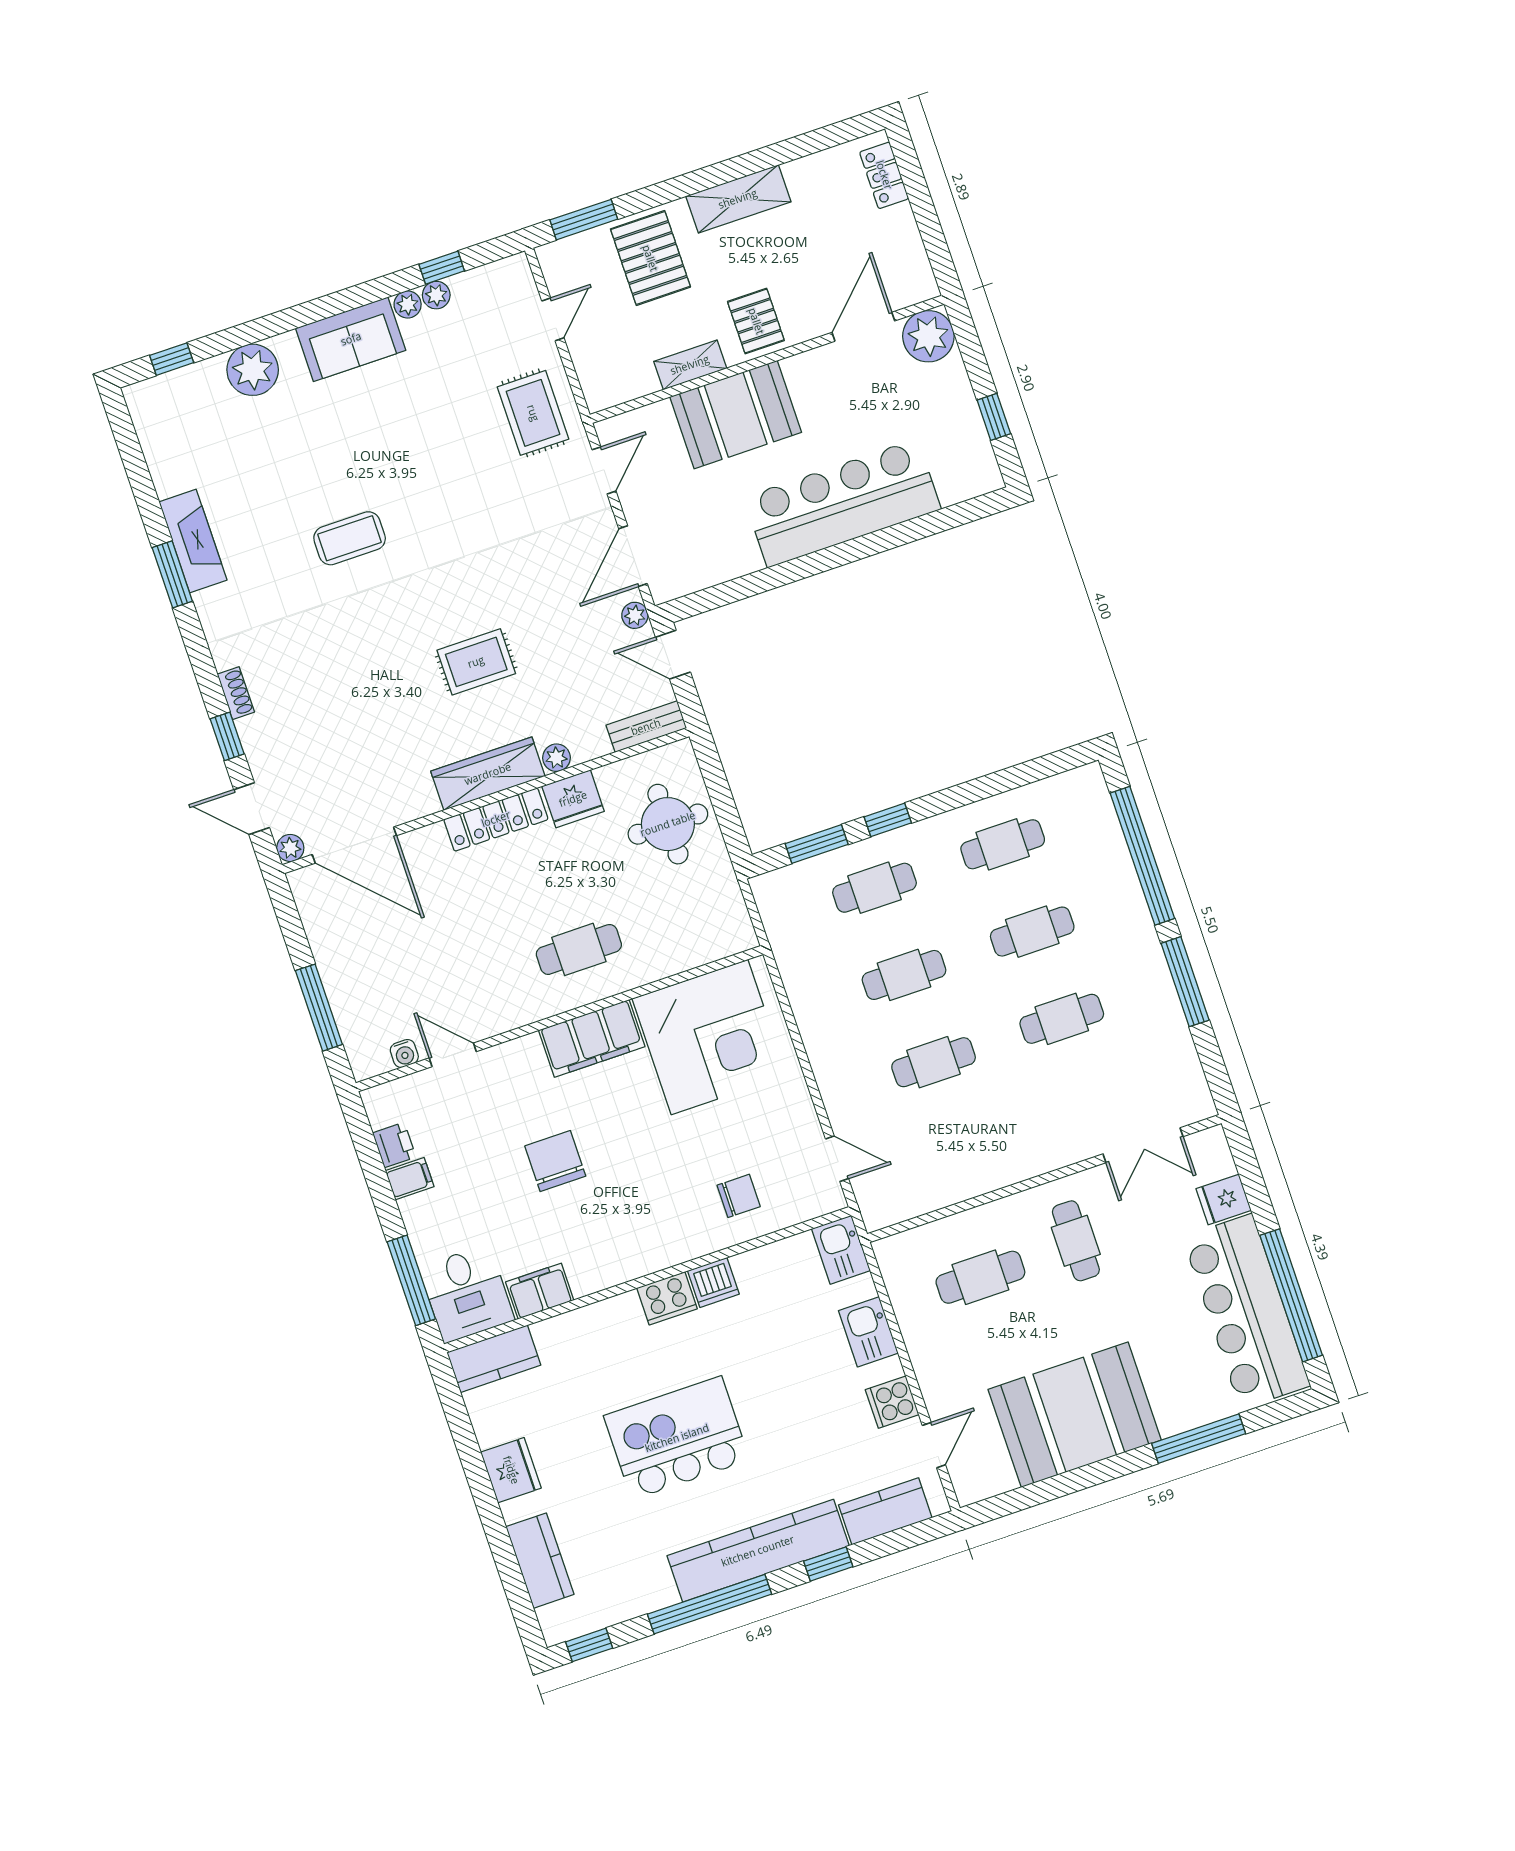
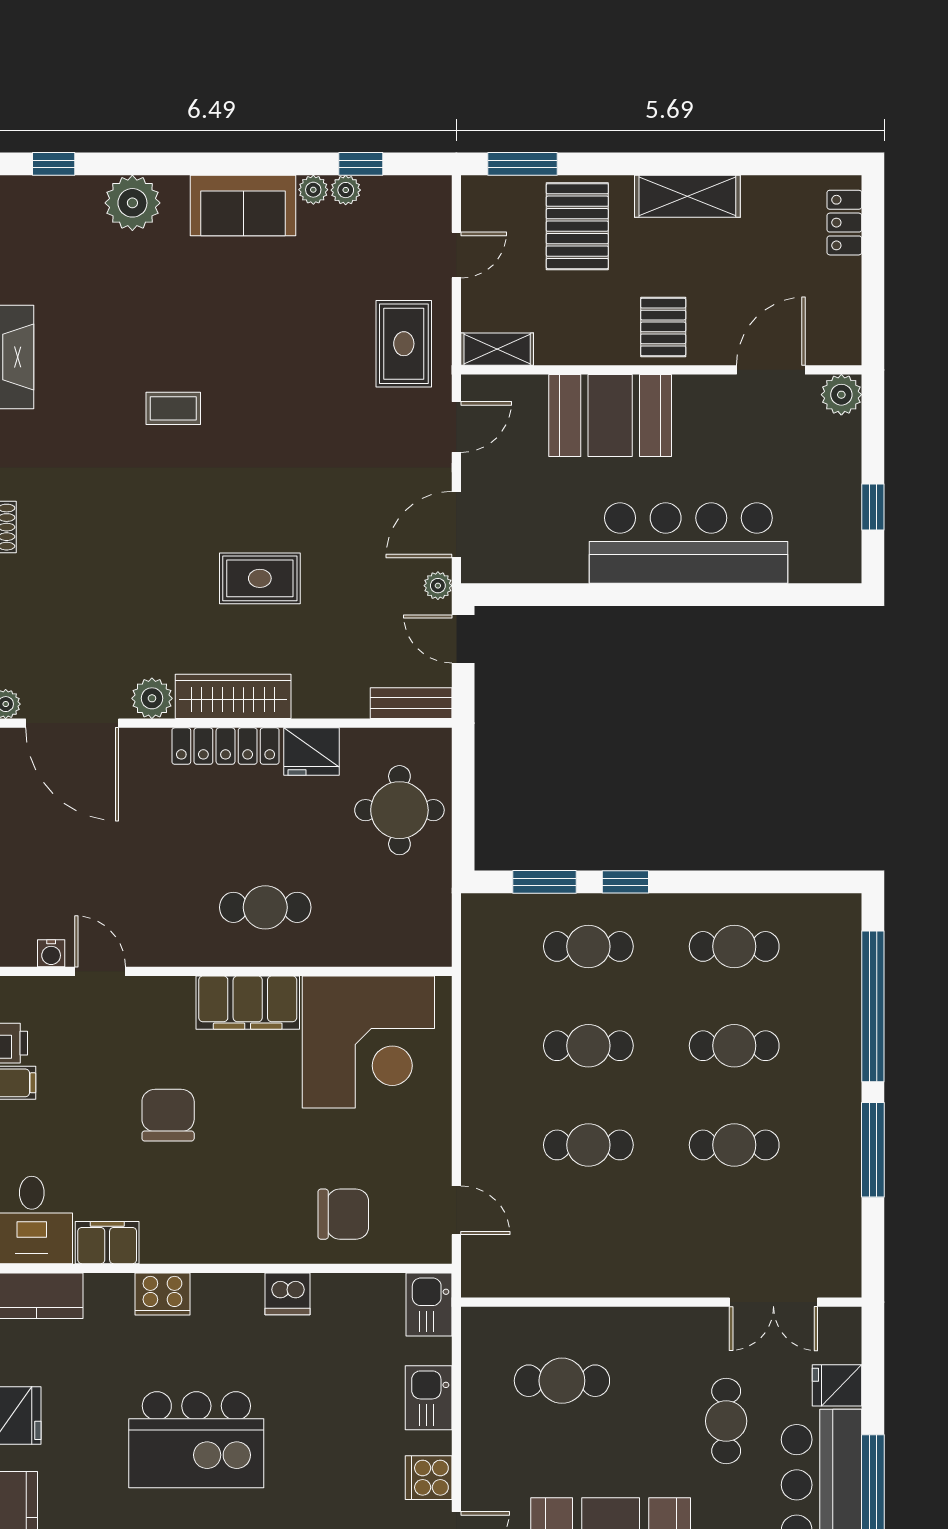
plant: (928, 336) -> (841, 395), width x0.73, depth x0.73
shelving: (690, 365) -> (497, 349), moved
coffee table: (350, 538) -> (173, 408), width x0.73, depth x0.77
plant: (557, 758) -> (152, 698), moved, width x1.38, depth x1.38
chair: (739, 1196) -> (343, 1214), width x1.37, depth x1.37
cafe table: (1076, 1241) -> (726, 1421), moved
cooker: (667, 1298) -> (162, 1294), moved
kitchen island: (677, 1438) -> (196, 1440), turned 180

